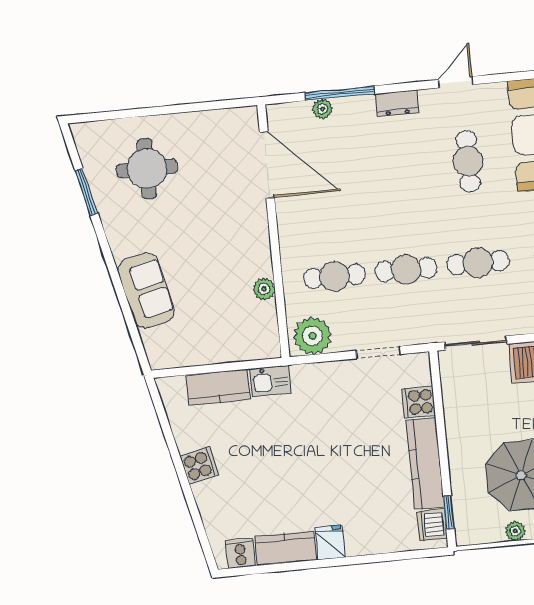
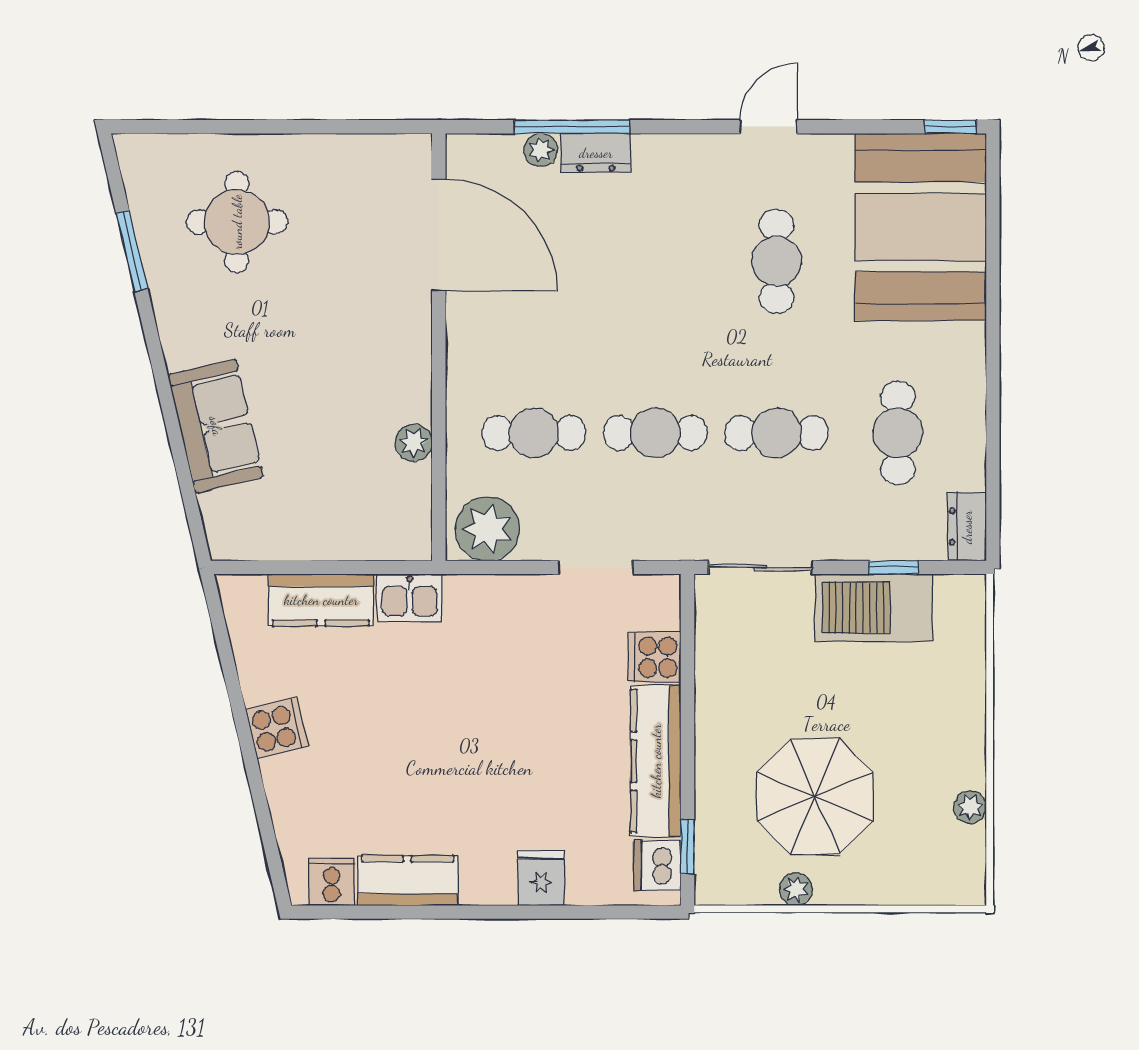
dresser: (397, 103) -> (596, 153), moved
fridge: (330, 542) -> (541, 878), moved

